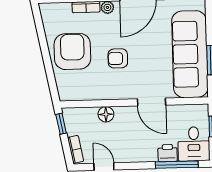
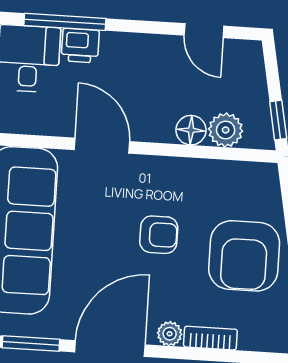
plant: (88, 116) -> (226, 130), added
bookcase: (76, 149) -> (255, 68), removed

